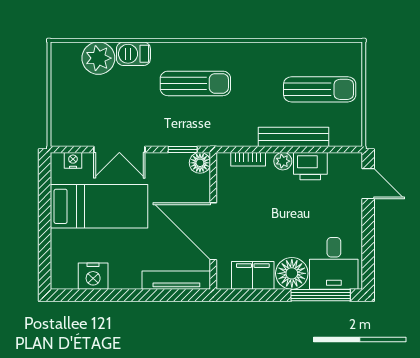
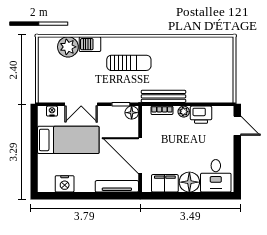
sun lounger: (320, 89) -> (207, 67), removed
bench: (293, 137) -> (163, 96), moved
window: (321, 295) -> (207, 196), removed

